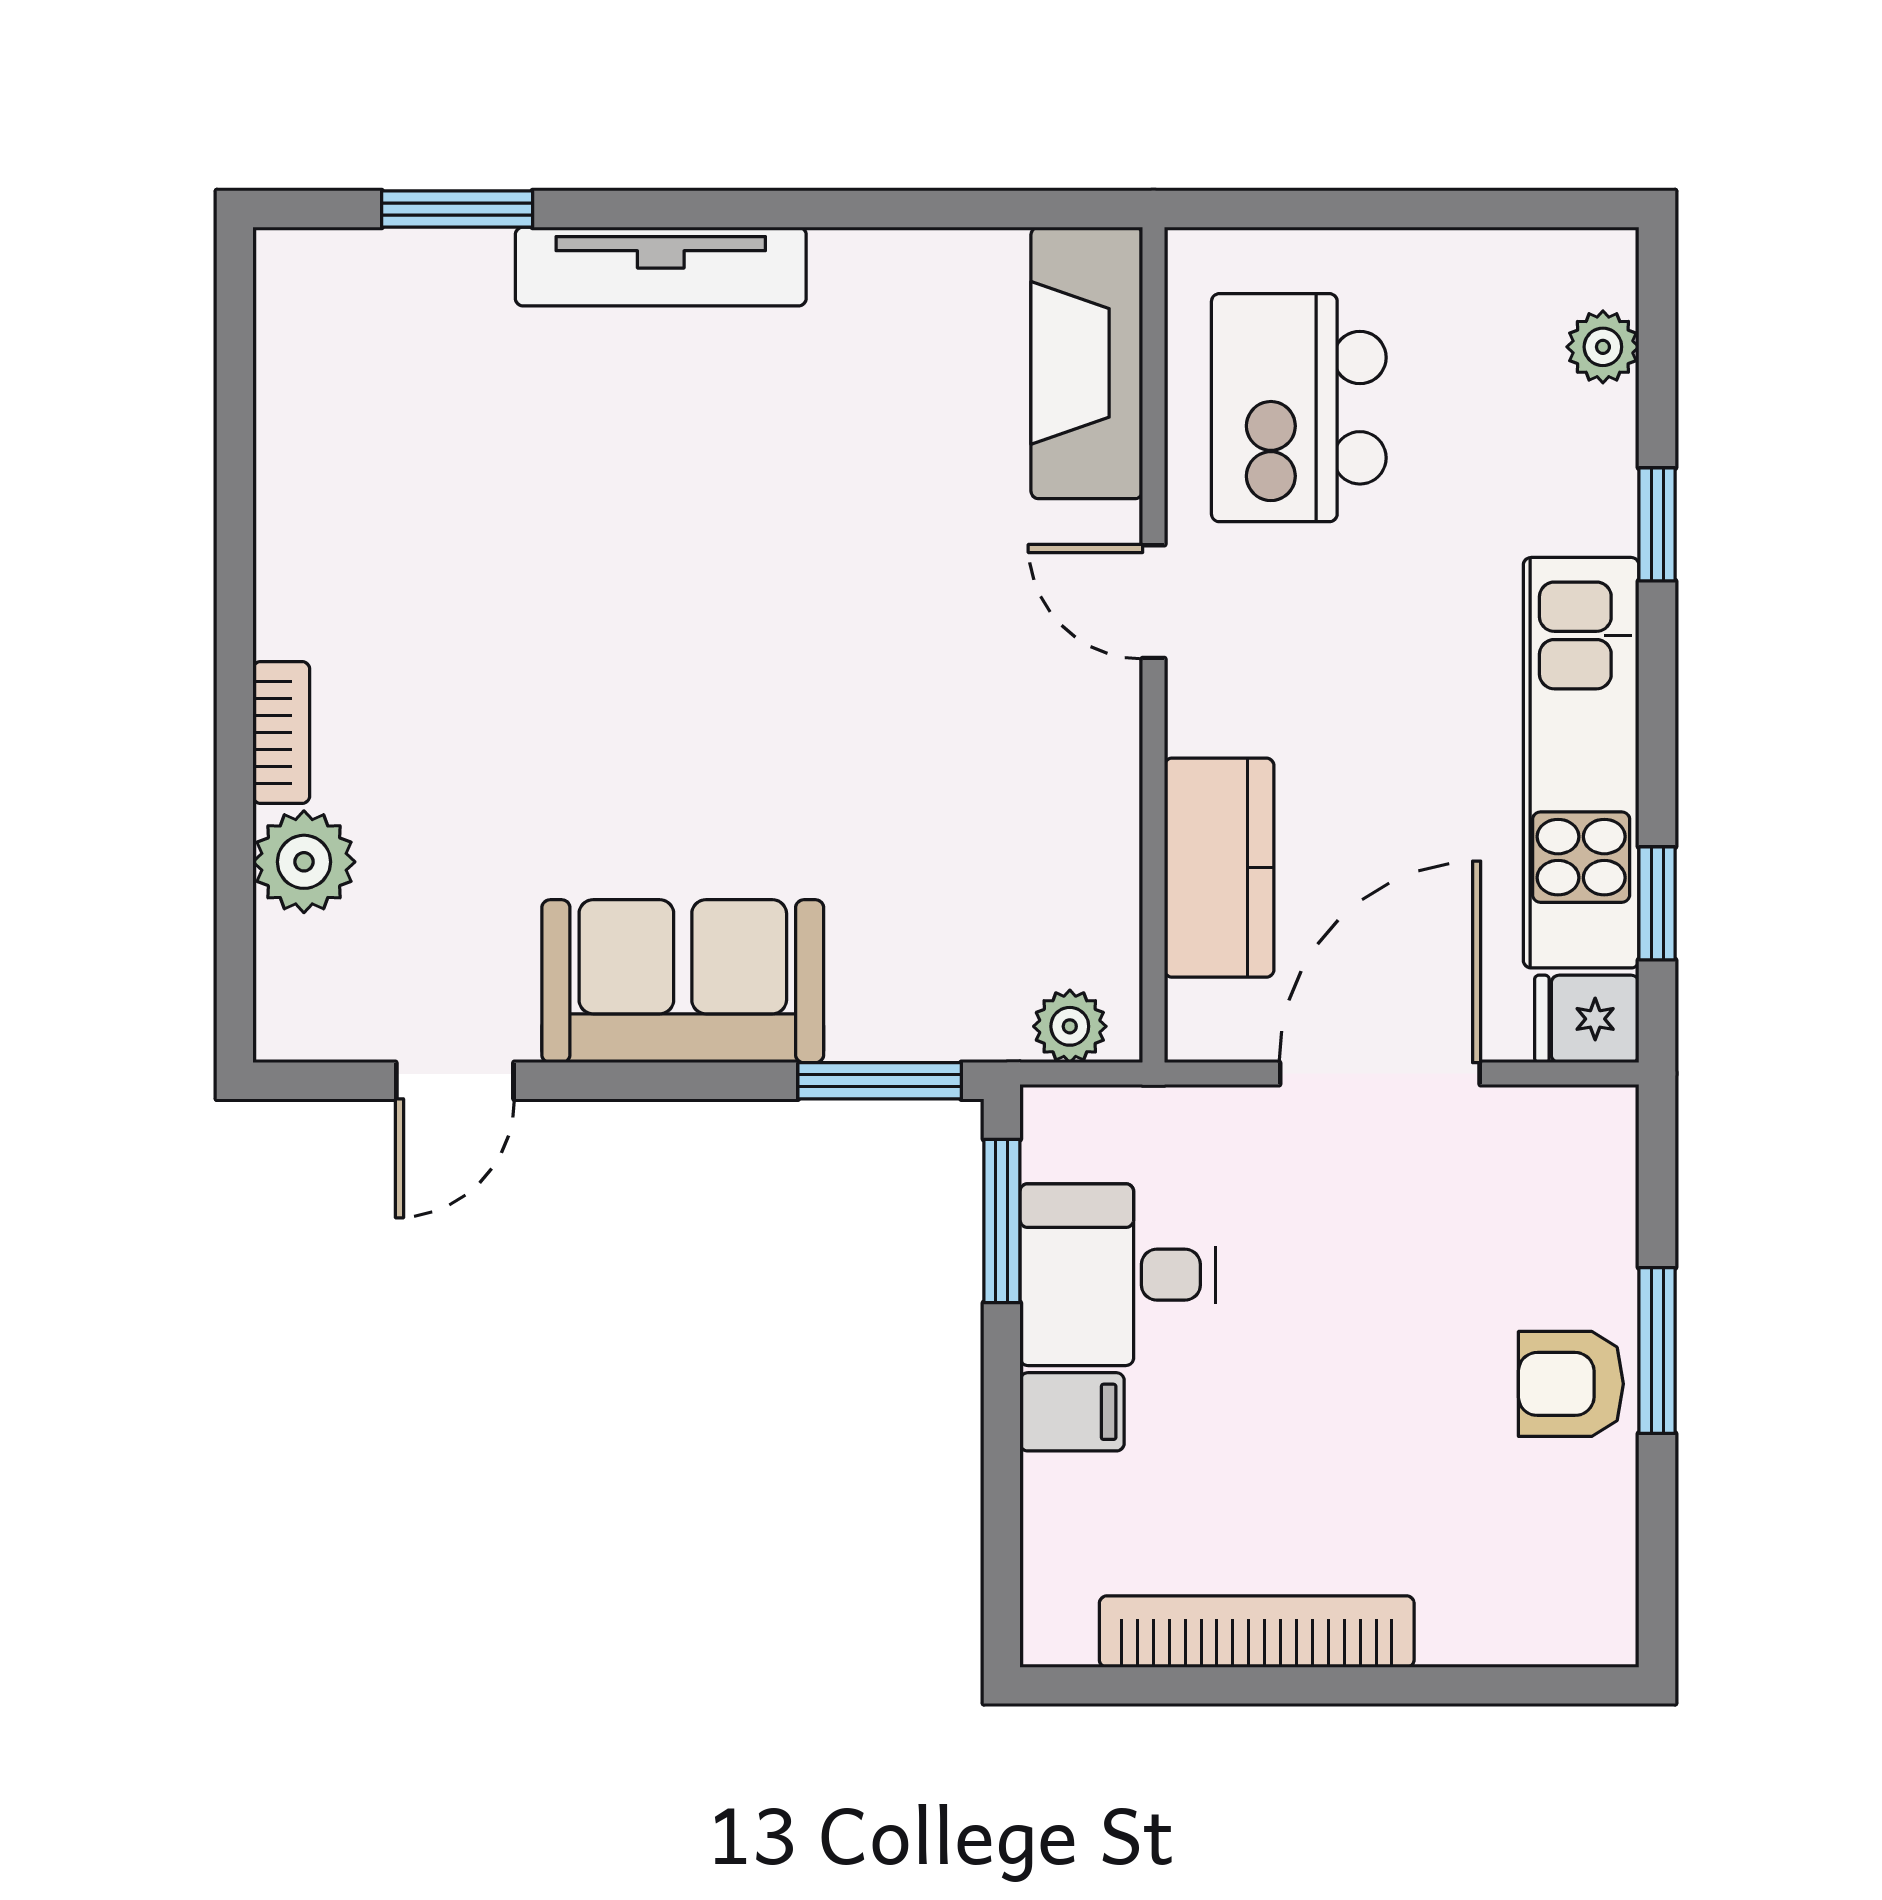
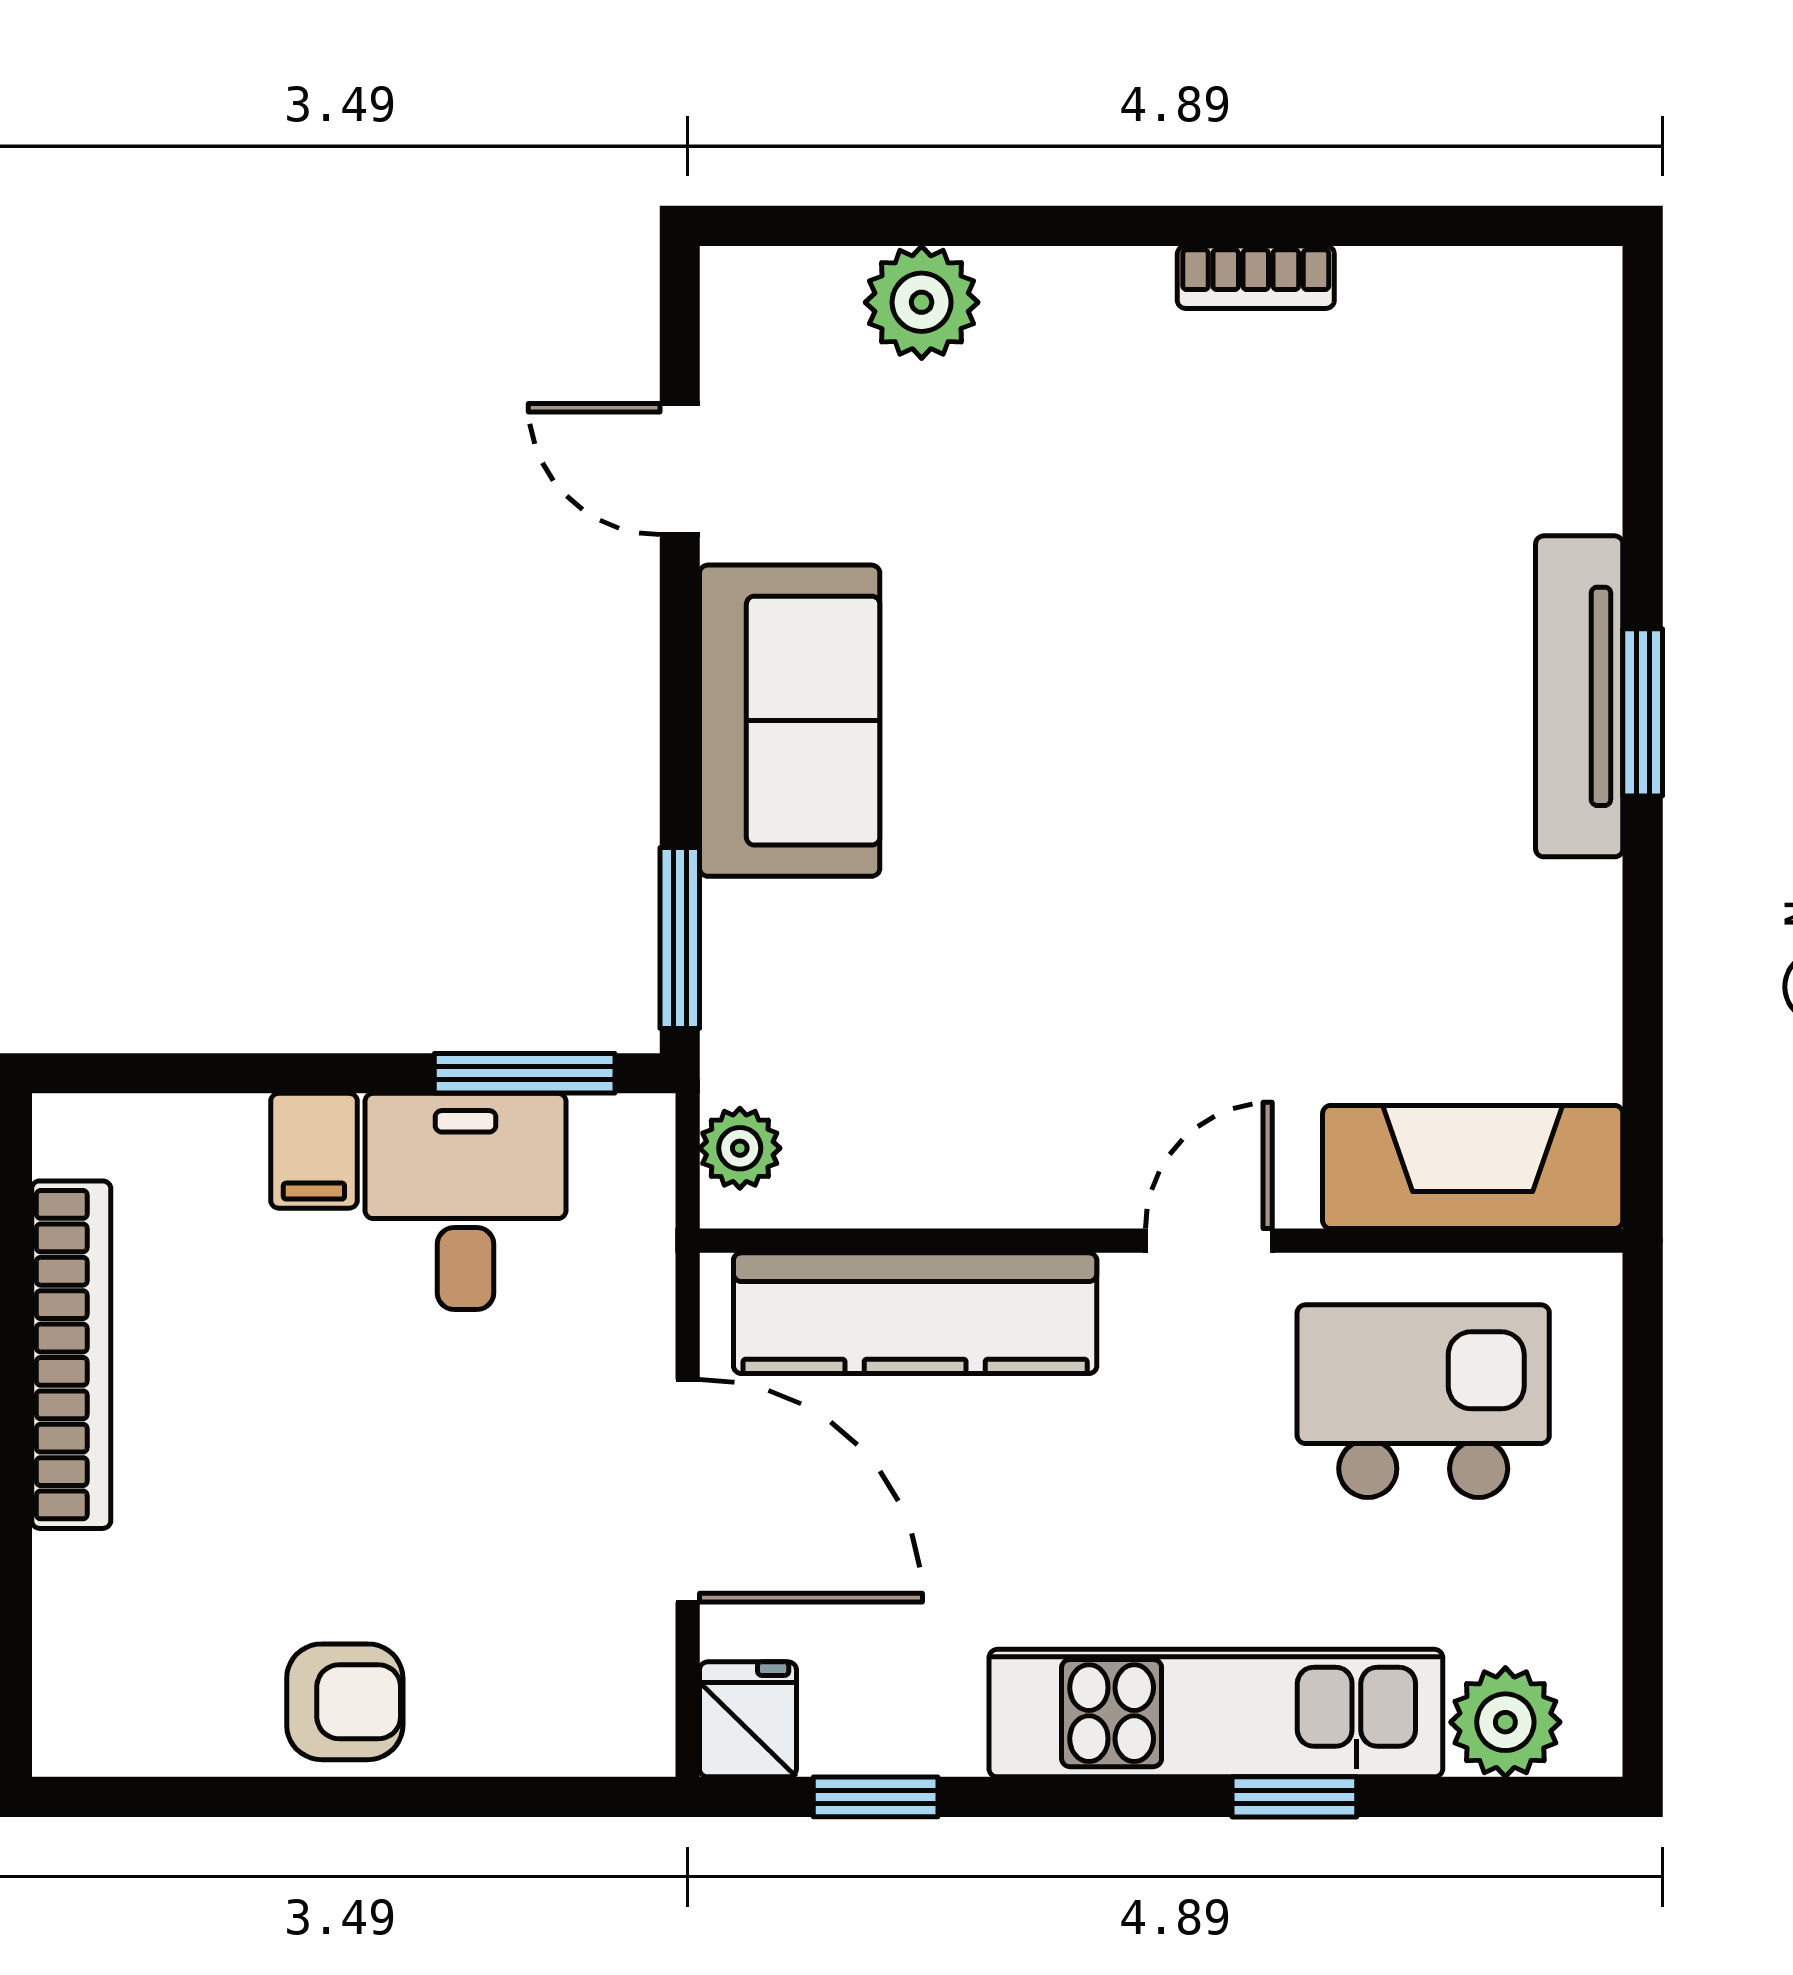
window: (457, 209) -> (1643, 712), moved
plant: (1603, 347) -> (1505, 1722), width x1.38, depth x1.38
bookcase: (281, 733) -> (1256, 277), moved
kitchen unit: (1581, 763) -> (1216, 1713), moved
kitchen counter: (1219, 868) -> (915, 1313), width x1.50
window: (1657, 1351) -> (382, 1797), removed
armchair: (1571, 1384) -> (345, 1702), turned 90

